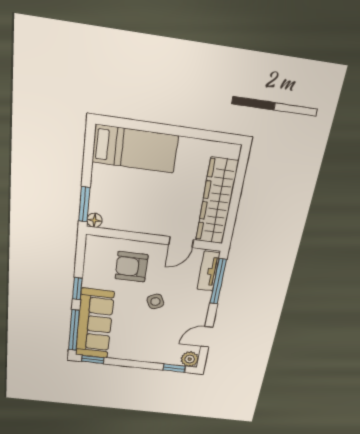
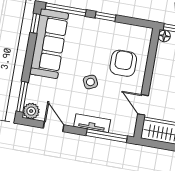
tv unit: (208, 271) -> (92, 123), moved
sofa: (95, 324) -> (49, 44), moved, turned -90
window: (174, 368) -> (22, 97), width x1.50

